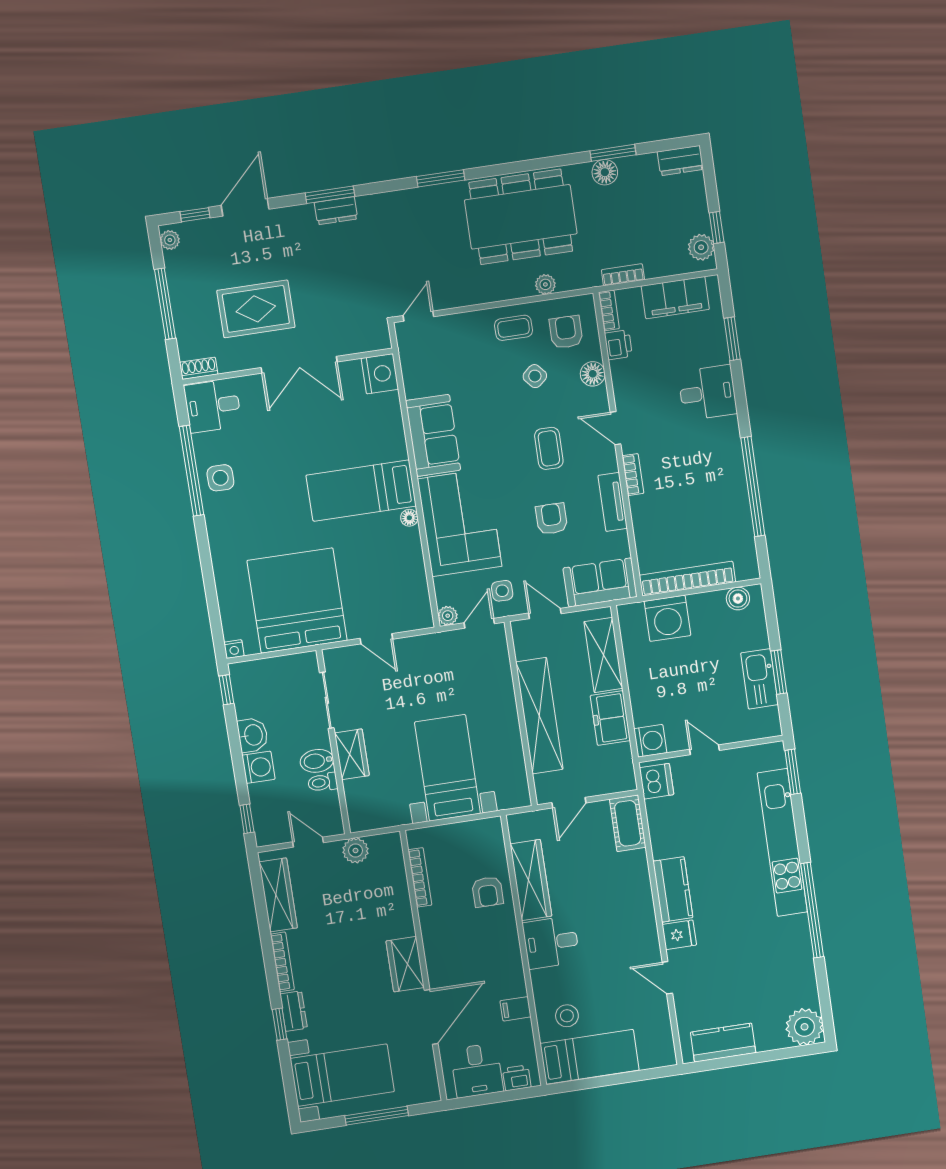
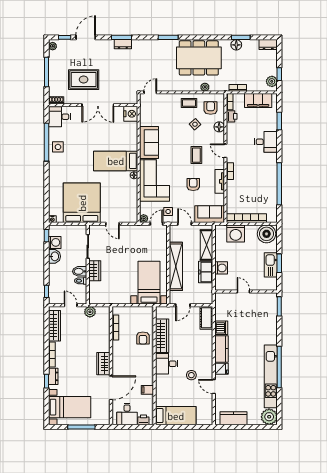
boiler: (738, 599) -> (267, 234), width x1.86, depth x1.86
washing machine: (650, 741) -> (221, 268), moved
washing machine: (258, 767) -> (55, 242), moved
bed with nightstands: (447, 768) -> (149, 283), moved
dishwasher: (657, 781) -> (221, 328), moved
kitchen unit: (782, 843) -> (271, 376), moved
stool: (567, 1016) -> (191, 375), moved

